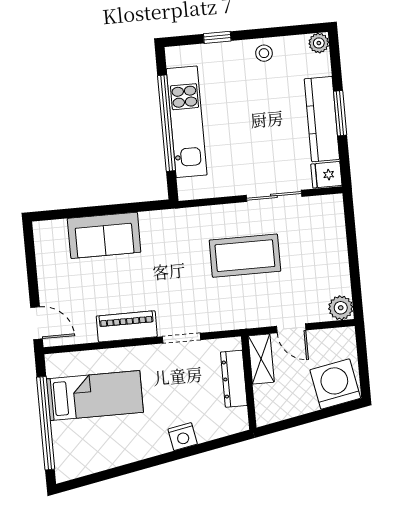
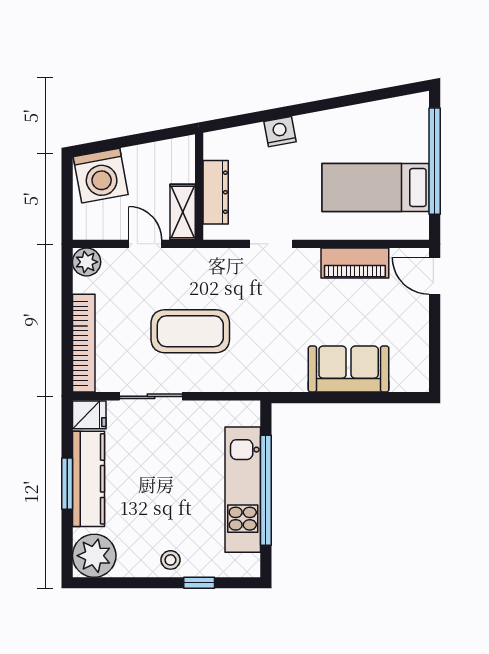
plant: (319, 43) -> (94, 556), width x1.88, depth x1.88
stool: (264, 53) -> (170, 560), moved
bookcase: (337, 237) -> (84, 343), added
piano: (127, 326) -> (355, 263), moved

